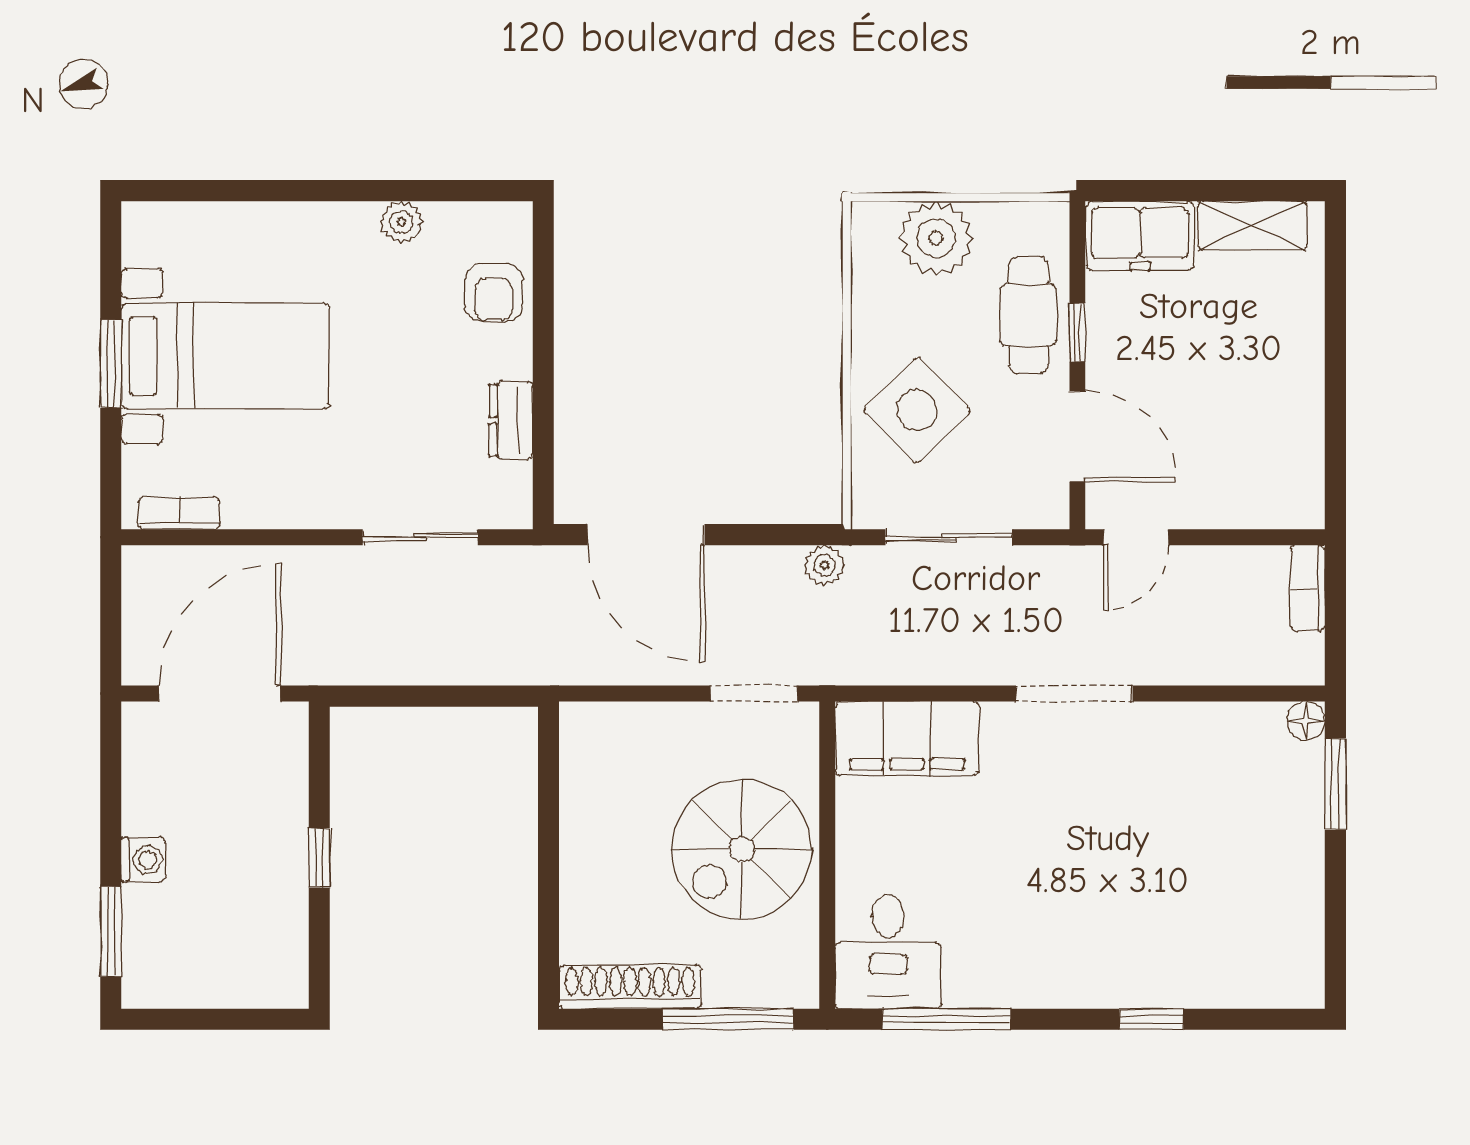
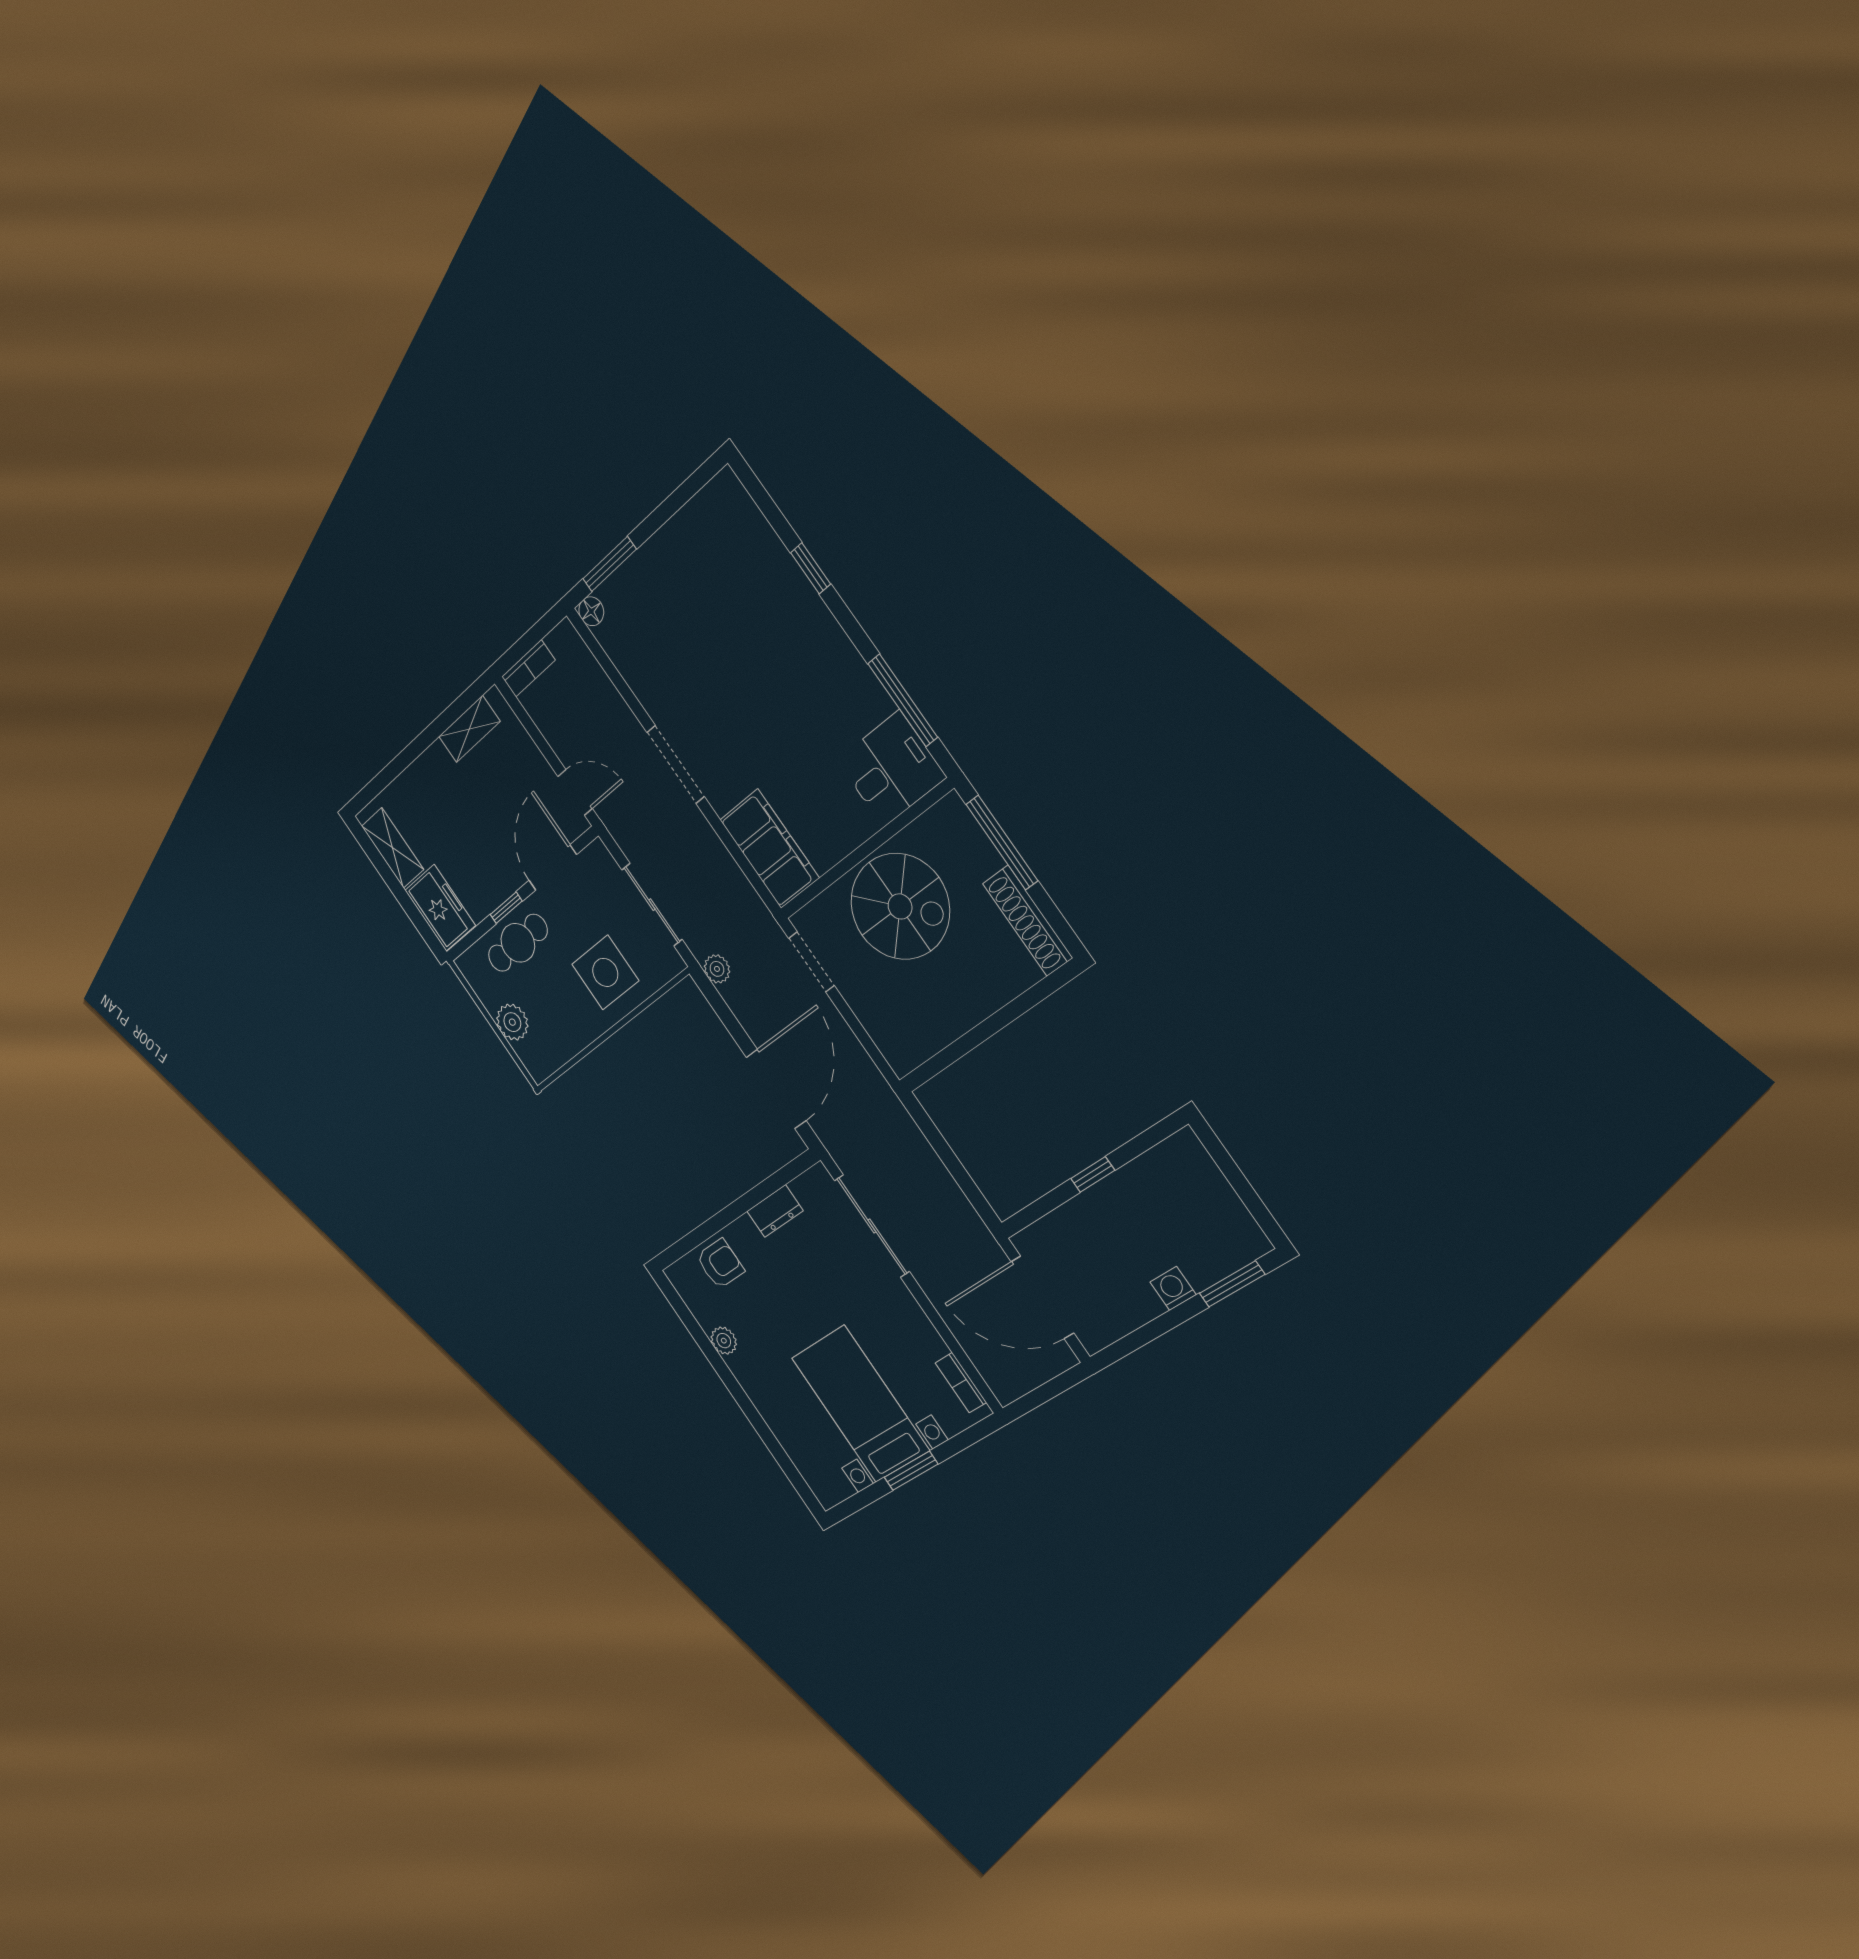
plant: (936, 238) -> (512, 1022), width x0.73, depth x0.73
side table: (917, 410) -> (605, 972), turned 45
shelving: (1303, 452) -> (469, 729), added
sliding door: (420, 537) -> (872, 1226), width x1.37

